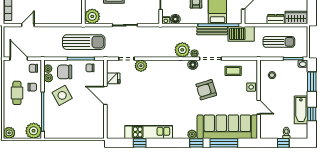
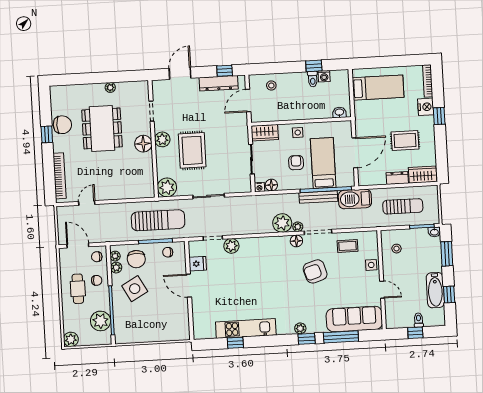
chair: (65, 72) -> (136, 259), turned -90
sofa: (227, 127) -> (354, 319), width x0.74, depth x0.79
plant: (34, 131) -> (101, 321), moved

